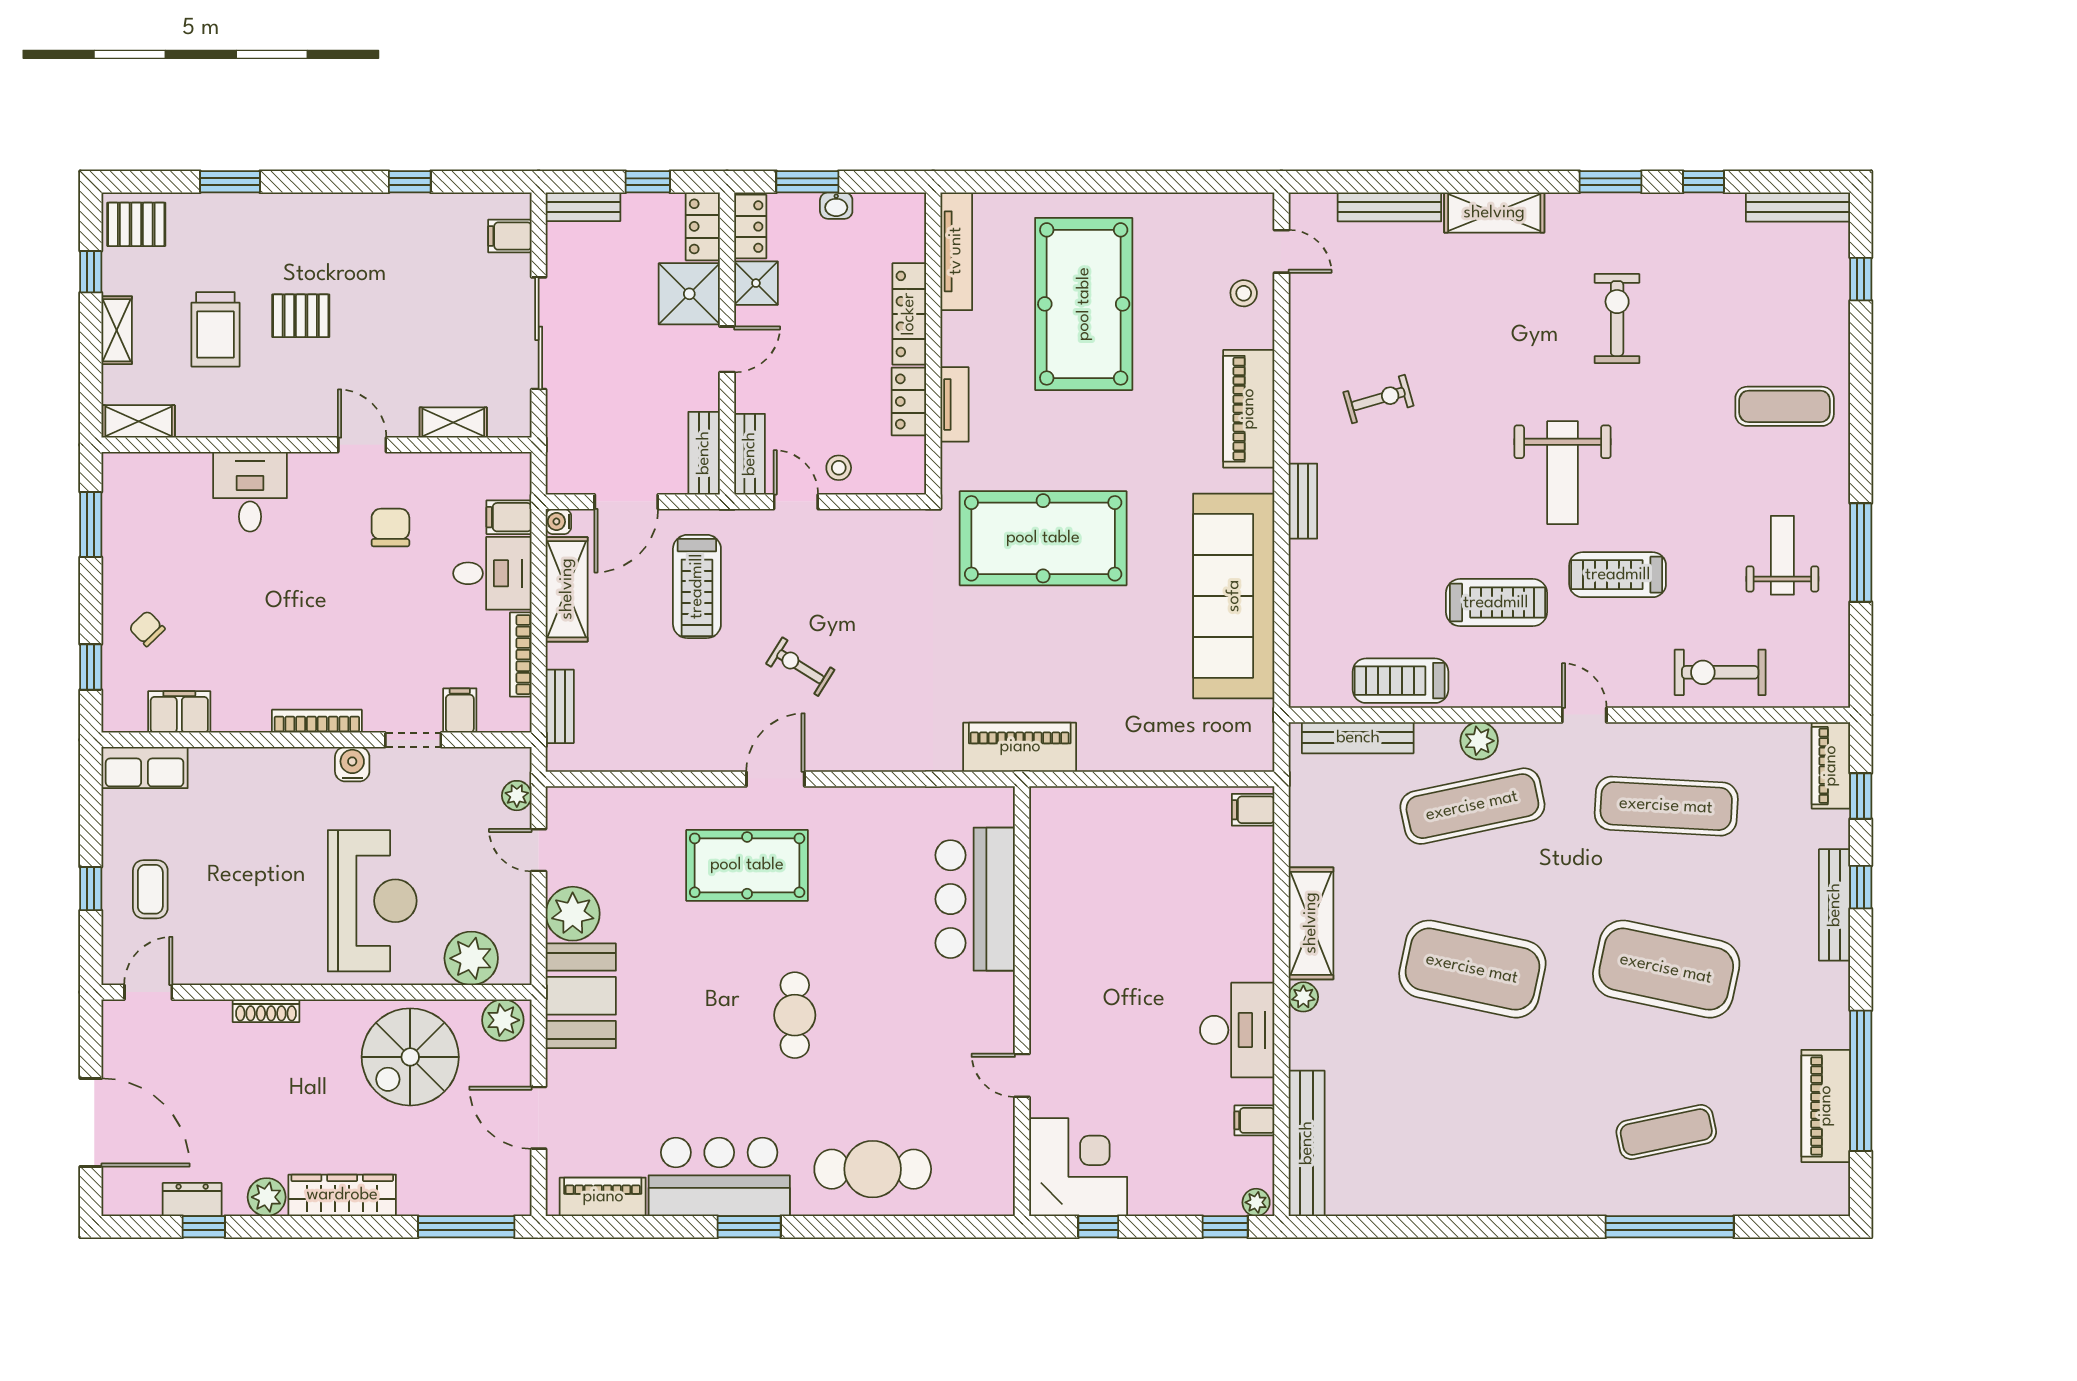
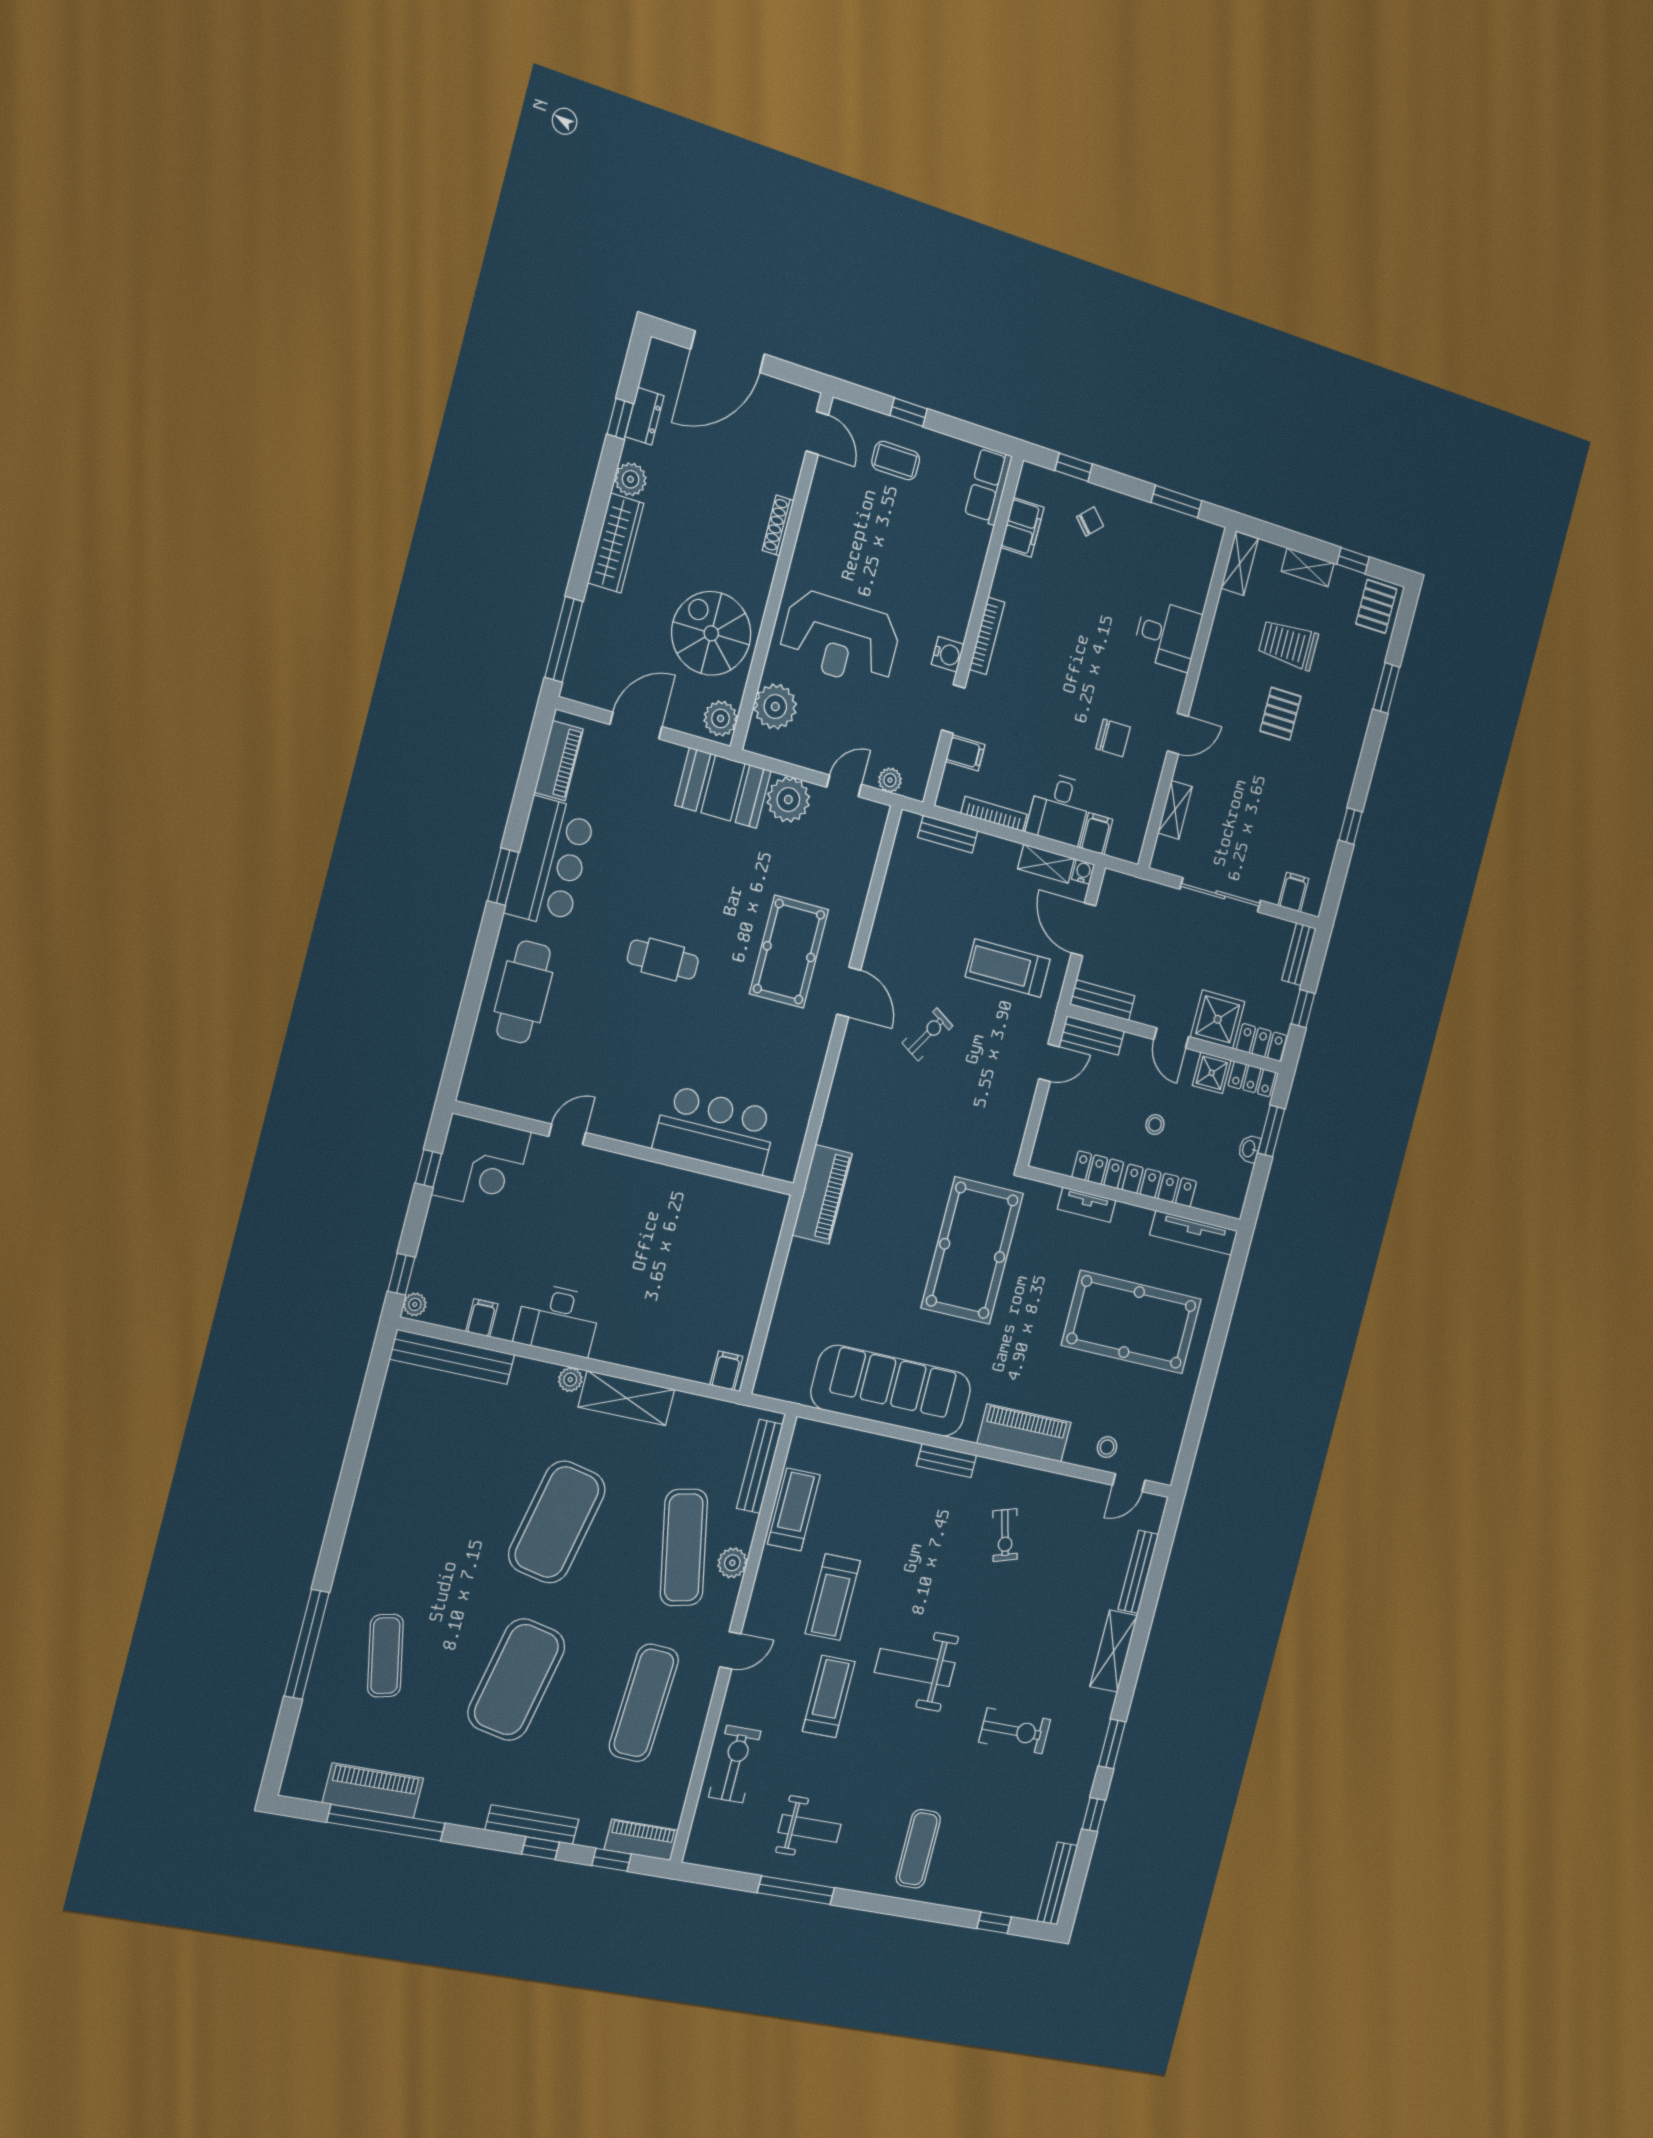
stool: (839, 468) -> (1155, 1124), moved
shelving: (567, 589) -> (1046, 864), width x0.67, depth x0.75

